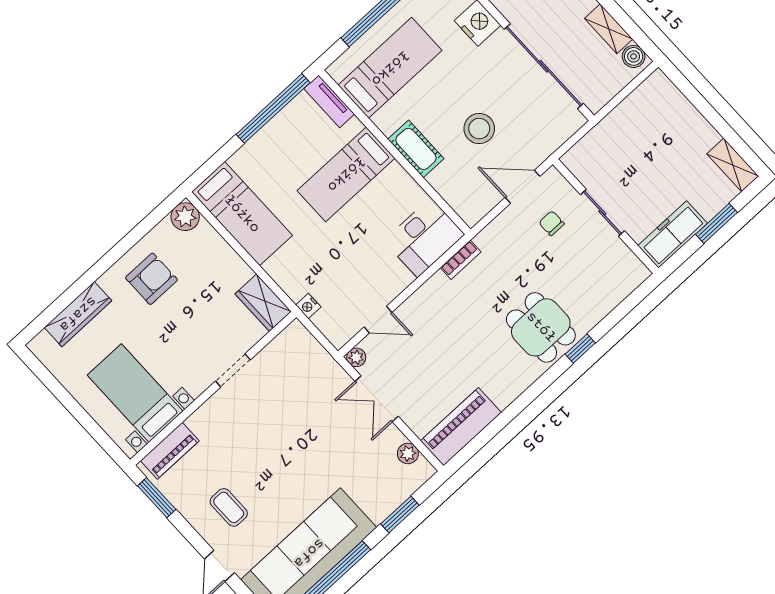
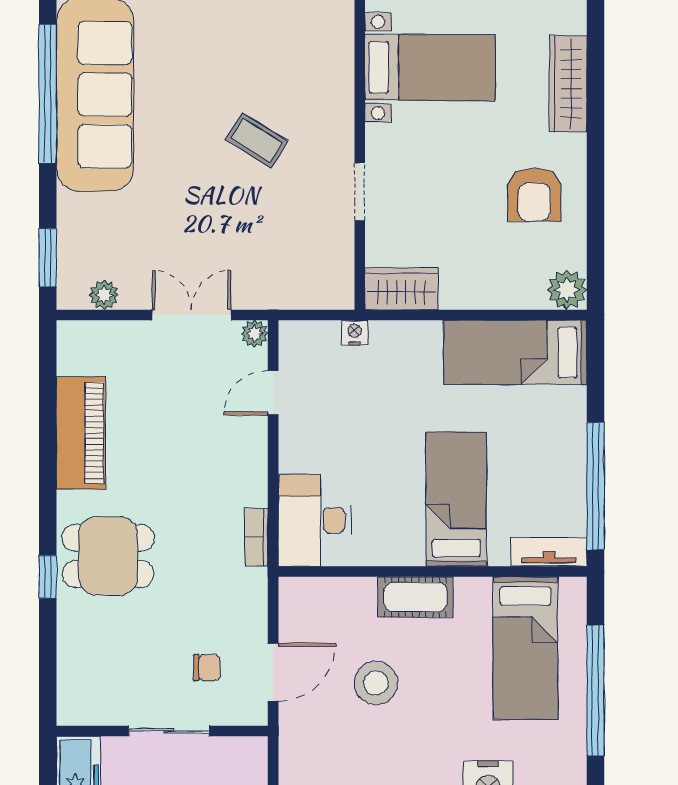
piano: (461, 427) -> (81, 433), moved
piano: (170, 451) -> (336, 48), removed
coffee table: (229, 507) -> (257, 141), moved, turned 32
window: (400, 515) -> (48, 258), moved

